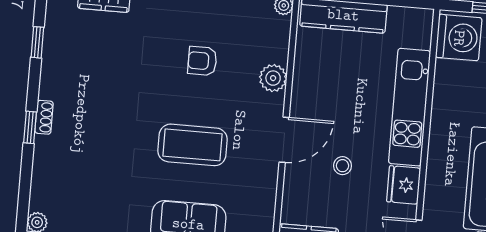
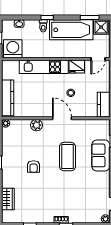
armchair: (202, 61) -> (34, 166), moved

